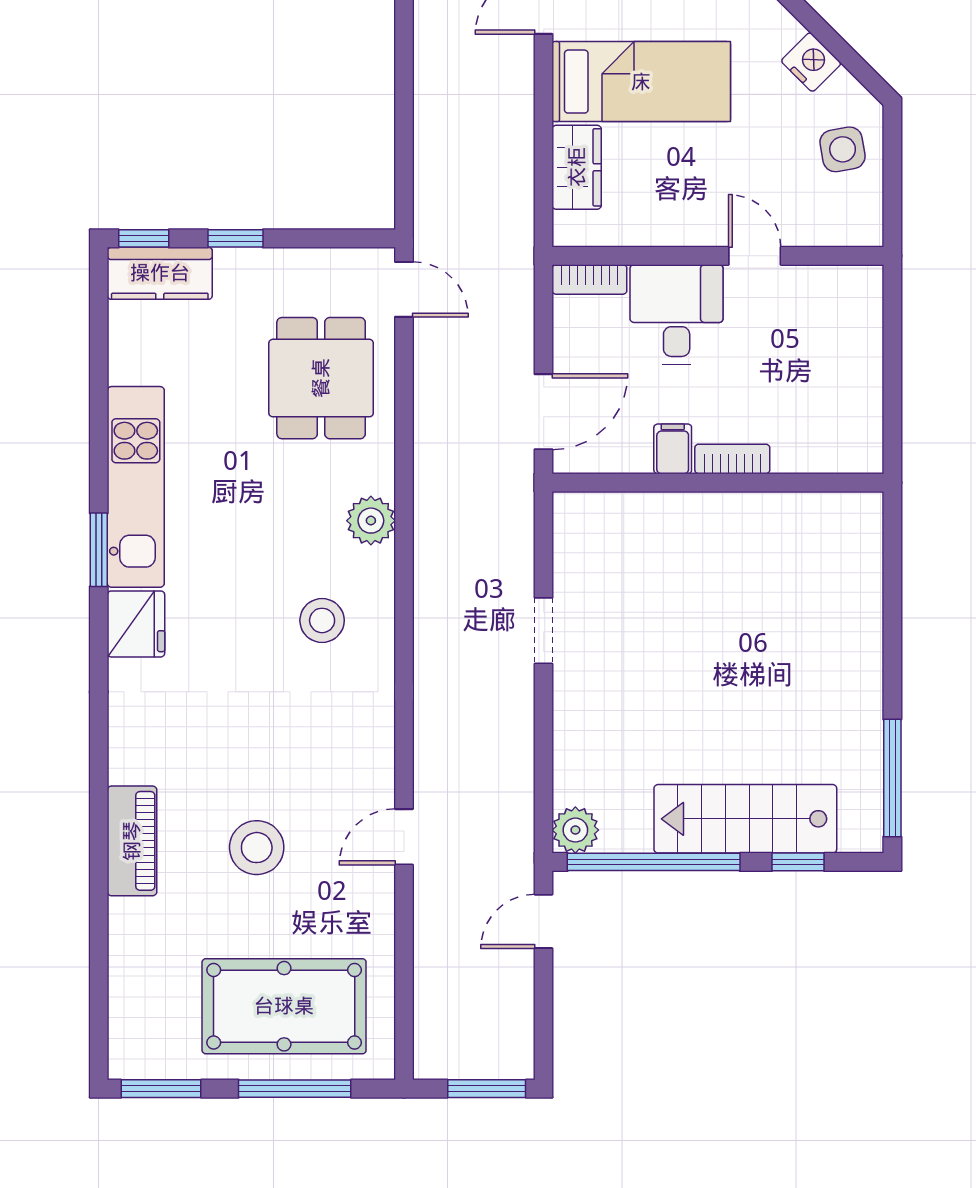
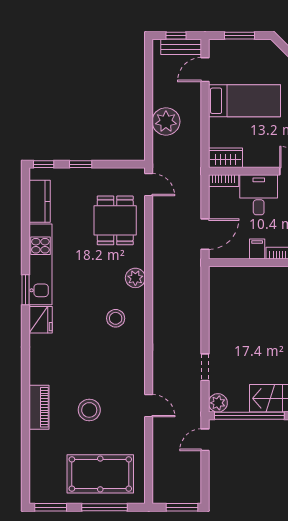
plant: (447, 133) -> (166, 121), added
wardrobe: (577, 167) -> (226, 158), moved, turned -90
kitchen counter: (160, 273) -> (40, 201), moved, turned -90
doorway: (544, 631) -> (205, 367), moved
door: (404, 837) -> (149, 406), swing flipped

